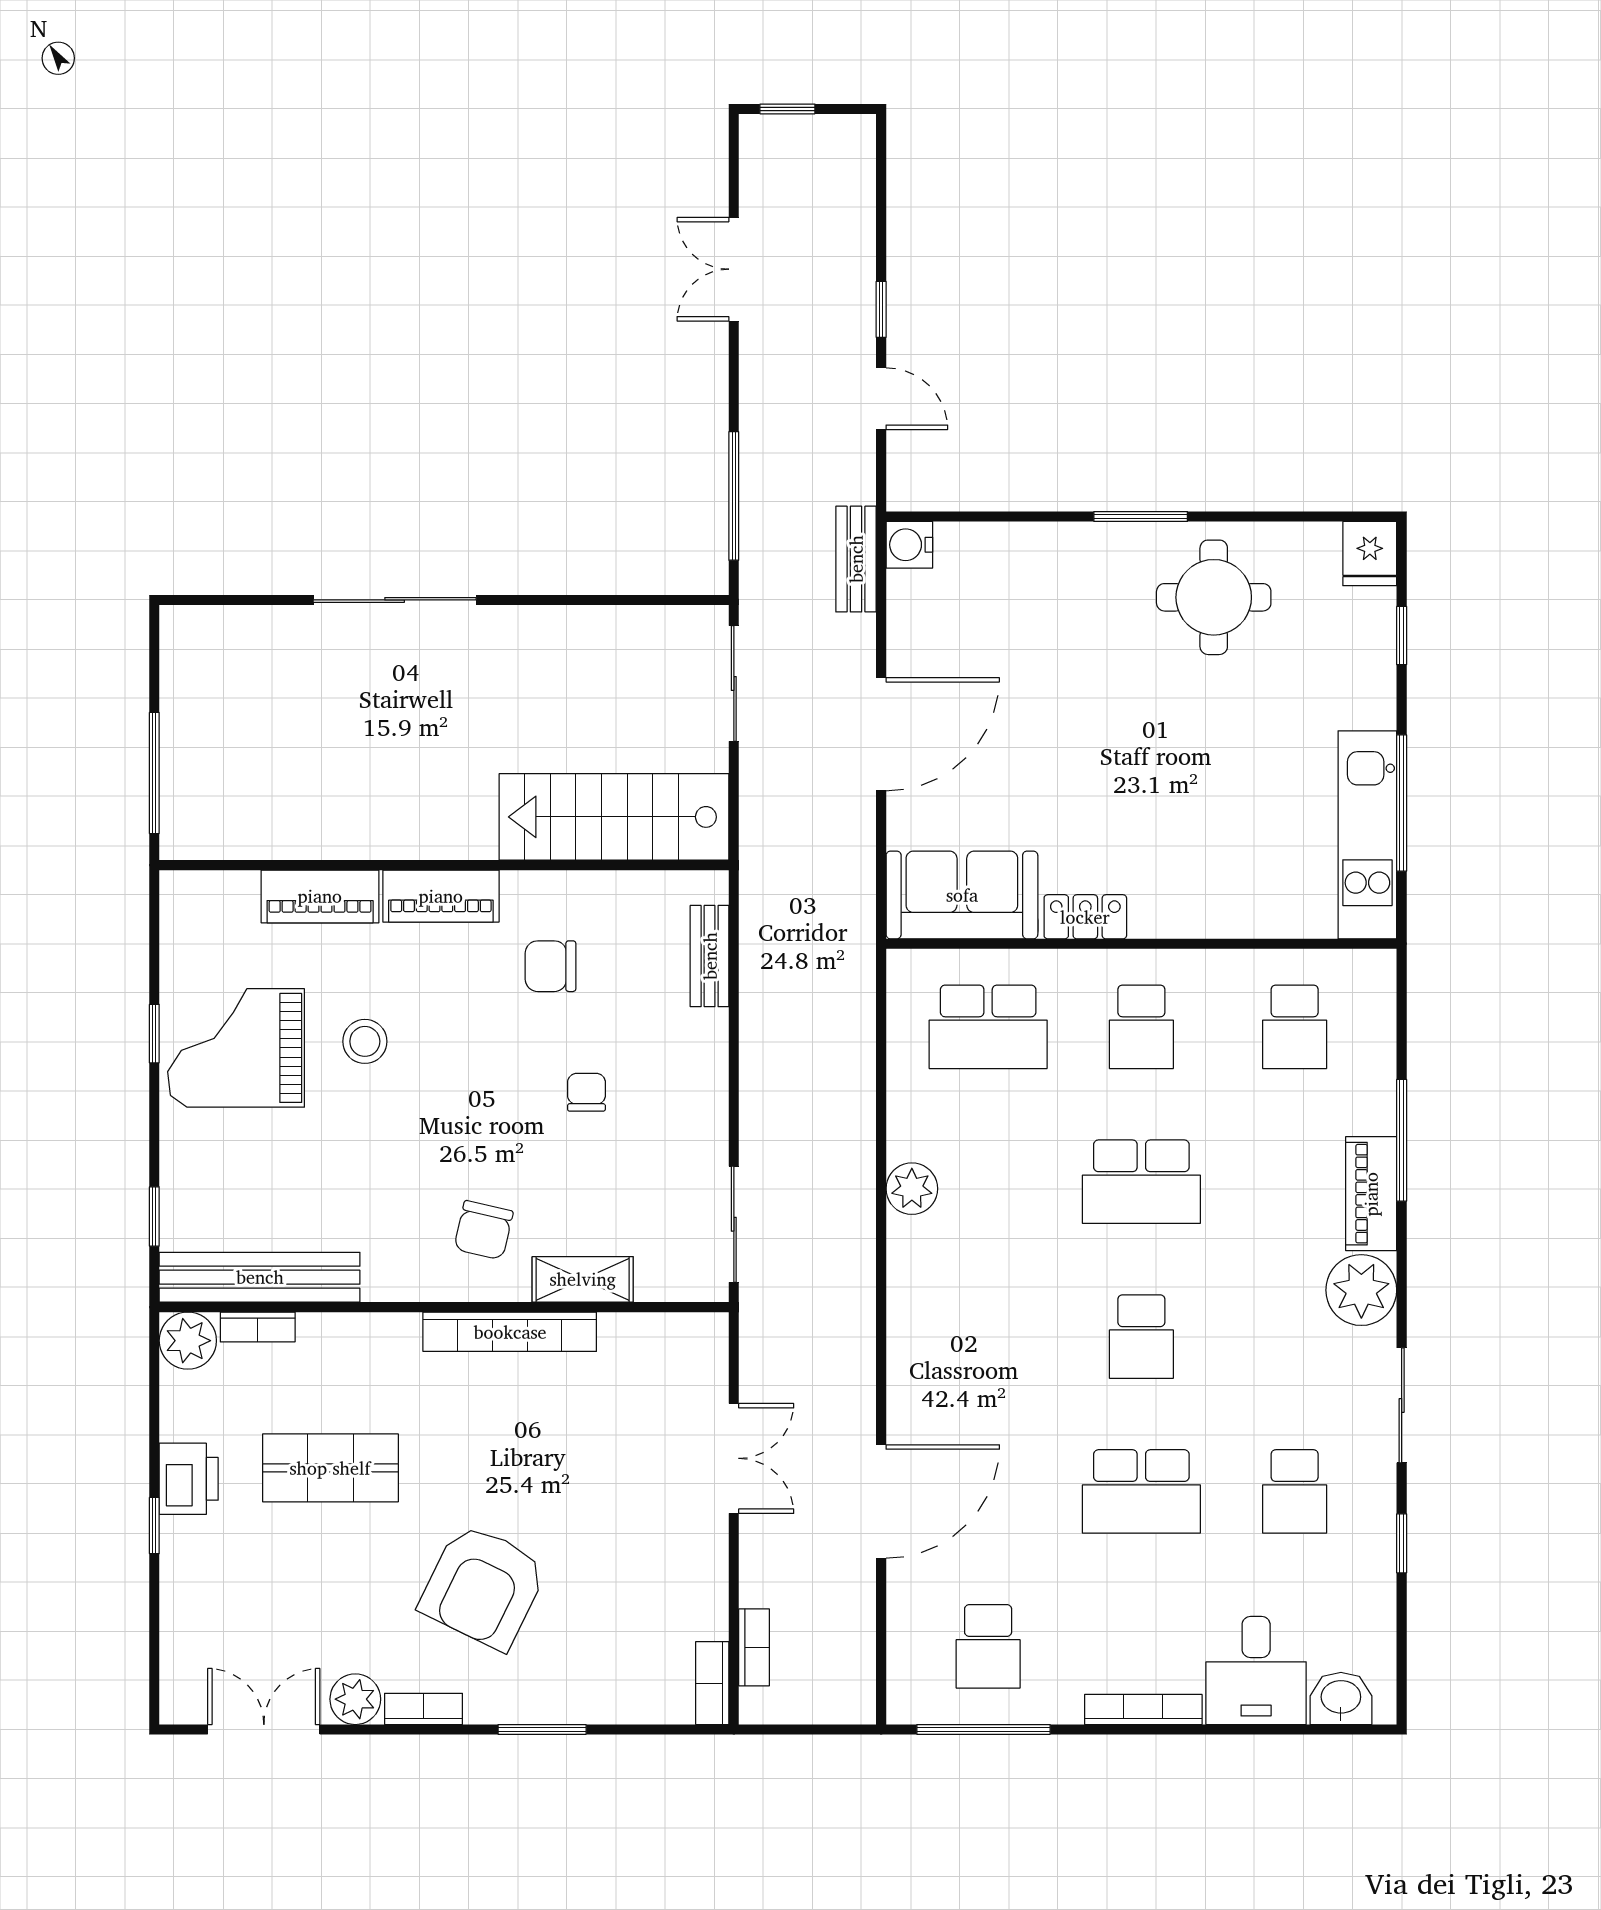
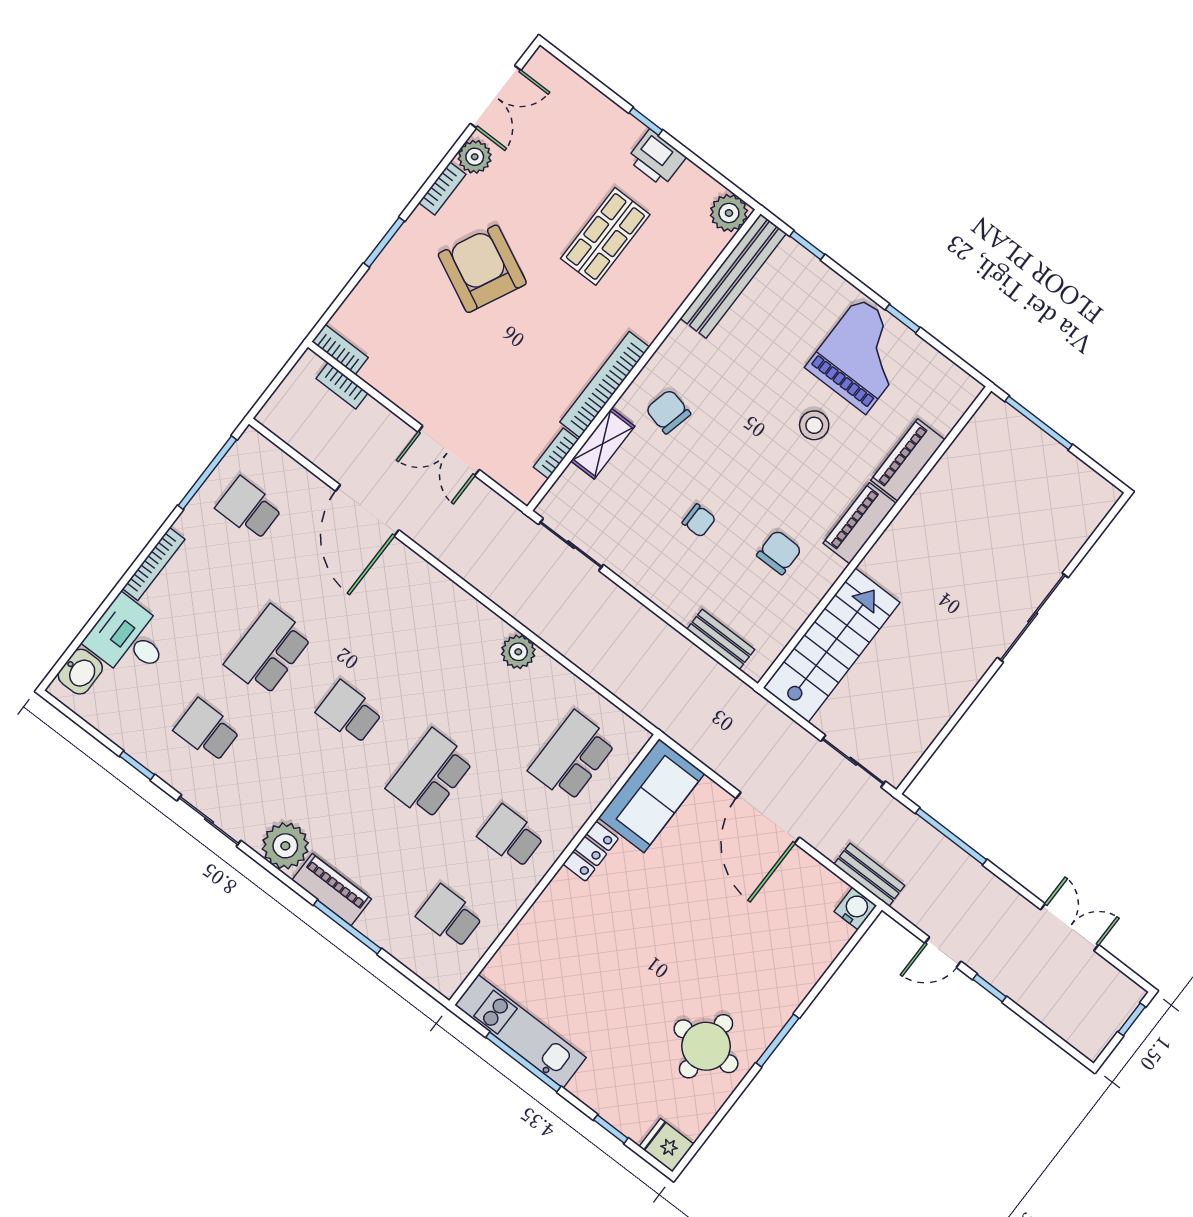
bookcase: (258, 1327) -> (556, 453), moved

